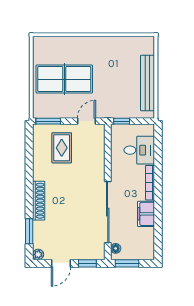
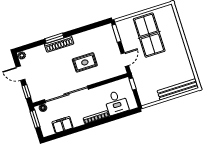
bench: (148, 83) -> (178, 89), moved
door: (86, 121) -> (125, 60), hinge flipped
rug: (62, 148) -> (85, 62), moved
filing cabinet: (146, 214) -> (63, 125), moved
window: (29, 231) -> (54, 38), moved

